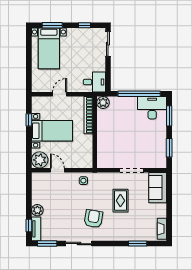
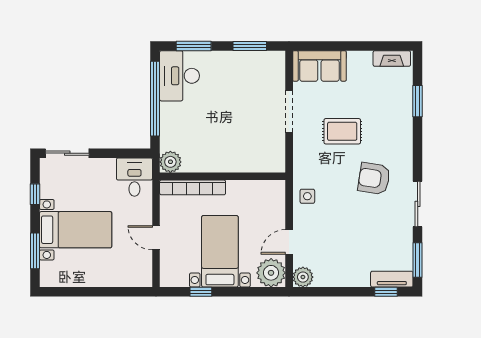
bed with nightstands: (49, 48) -> (76, 230), moved
plant: (37, 210) -> (303, 277), moved

